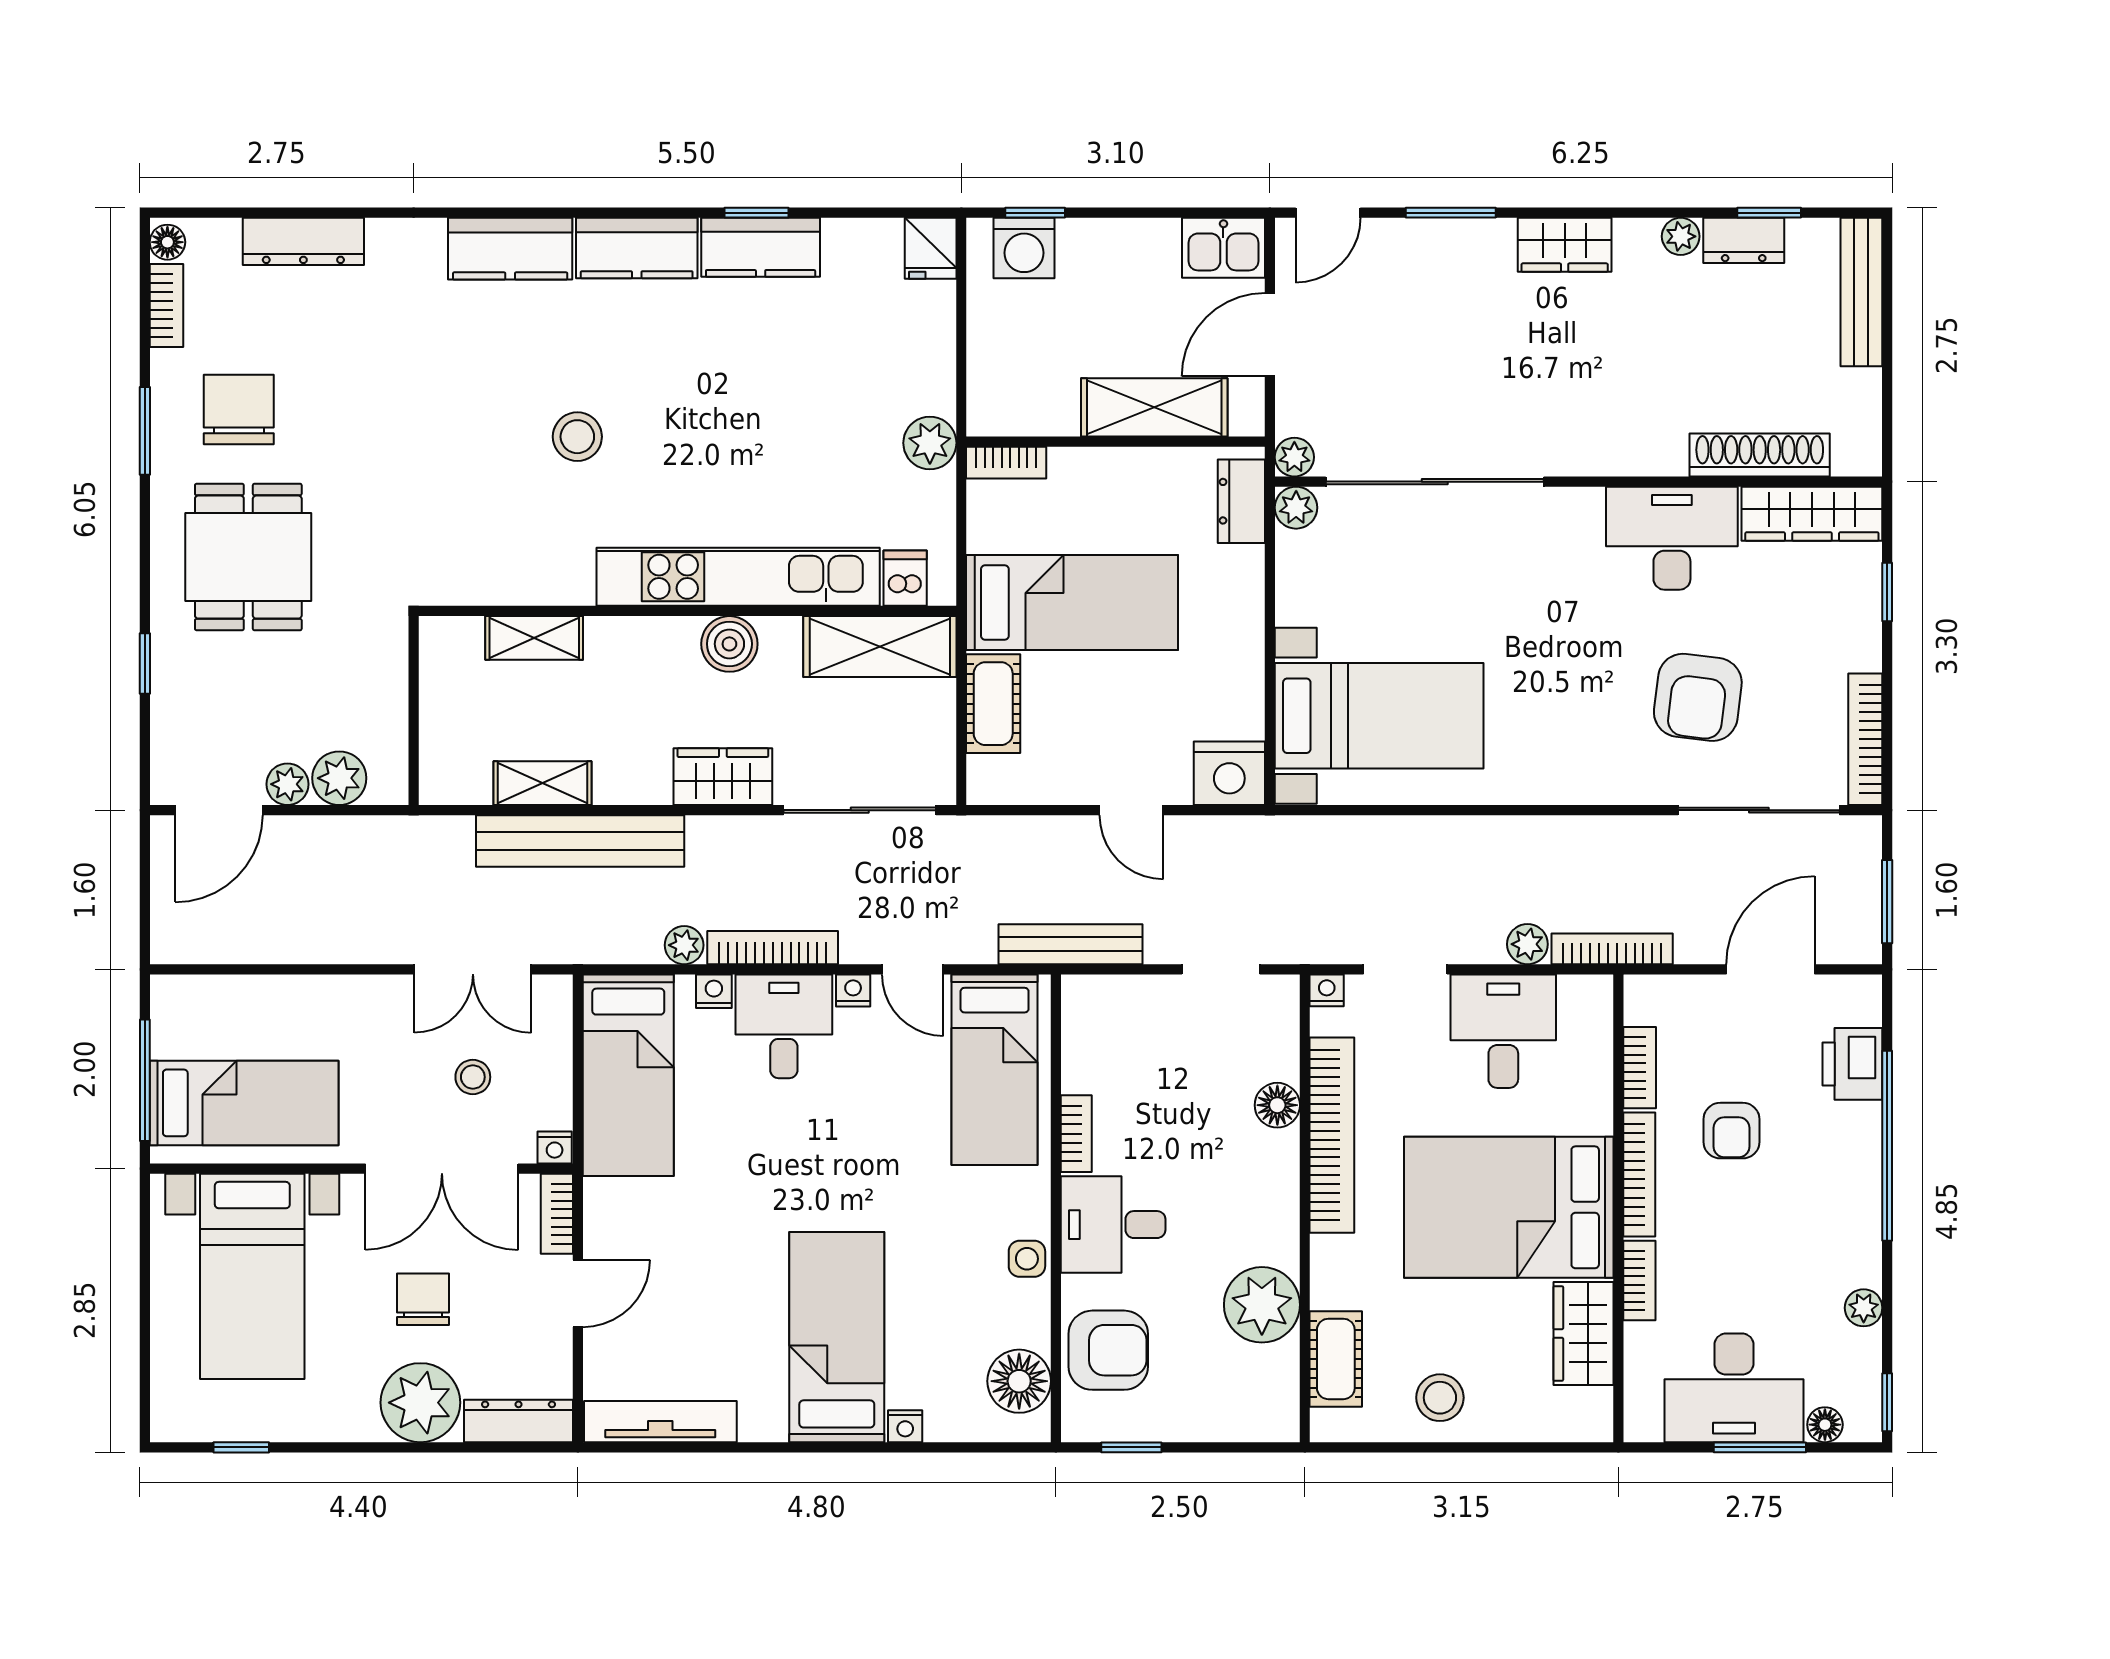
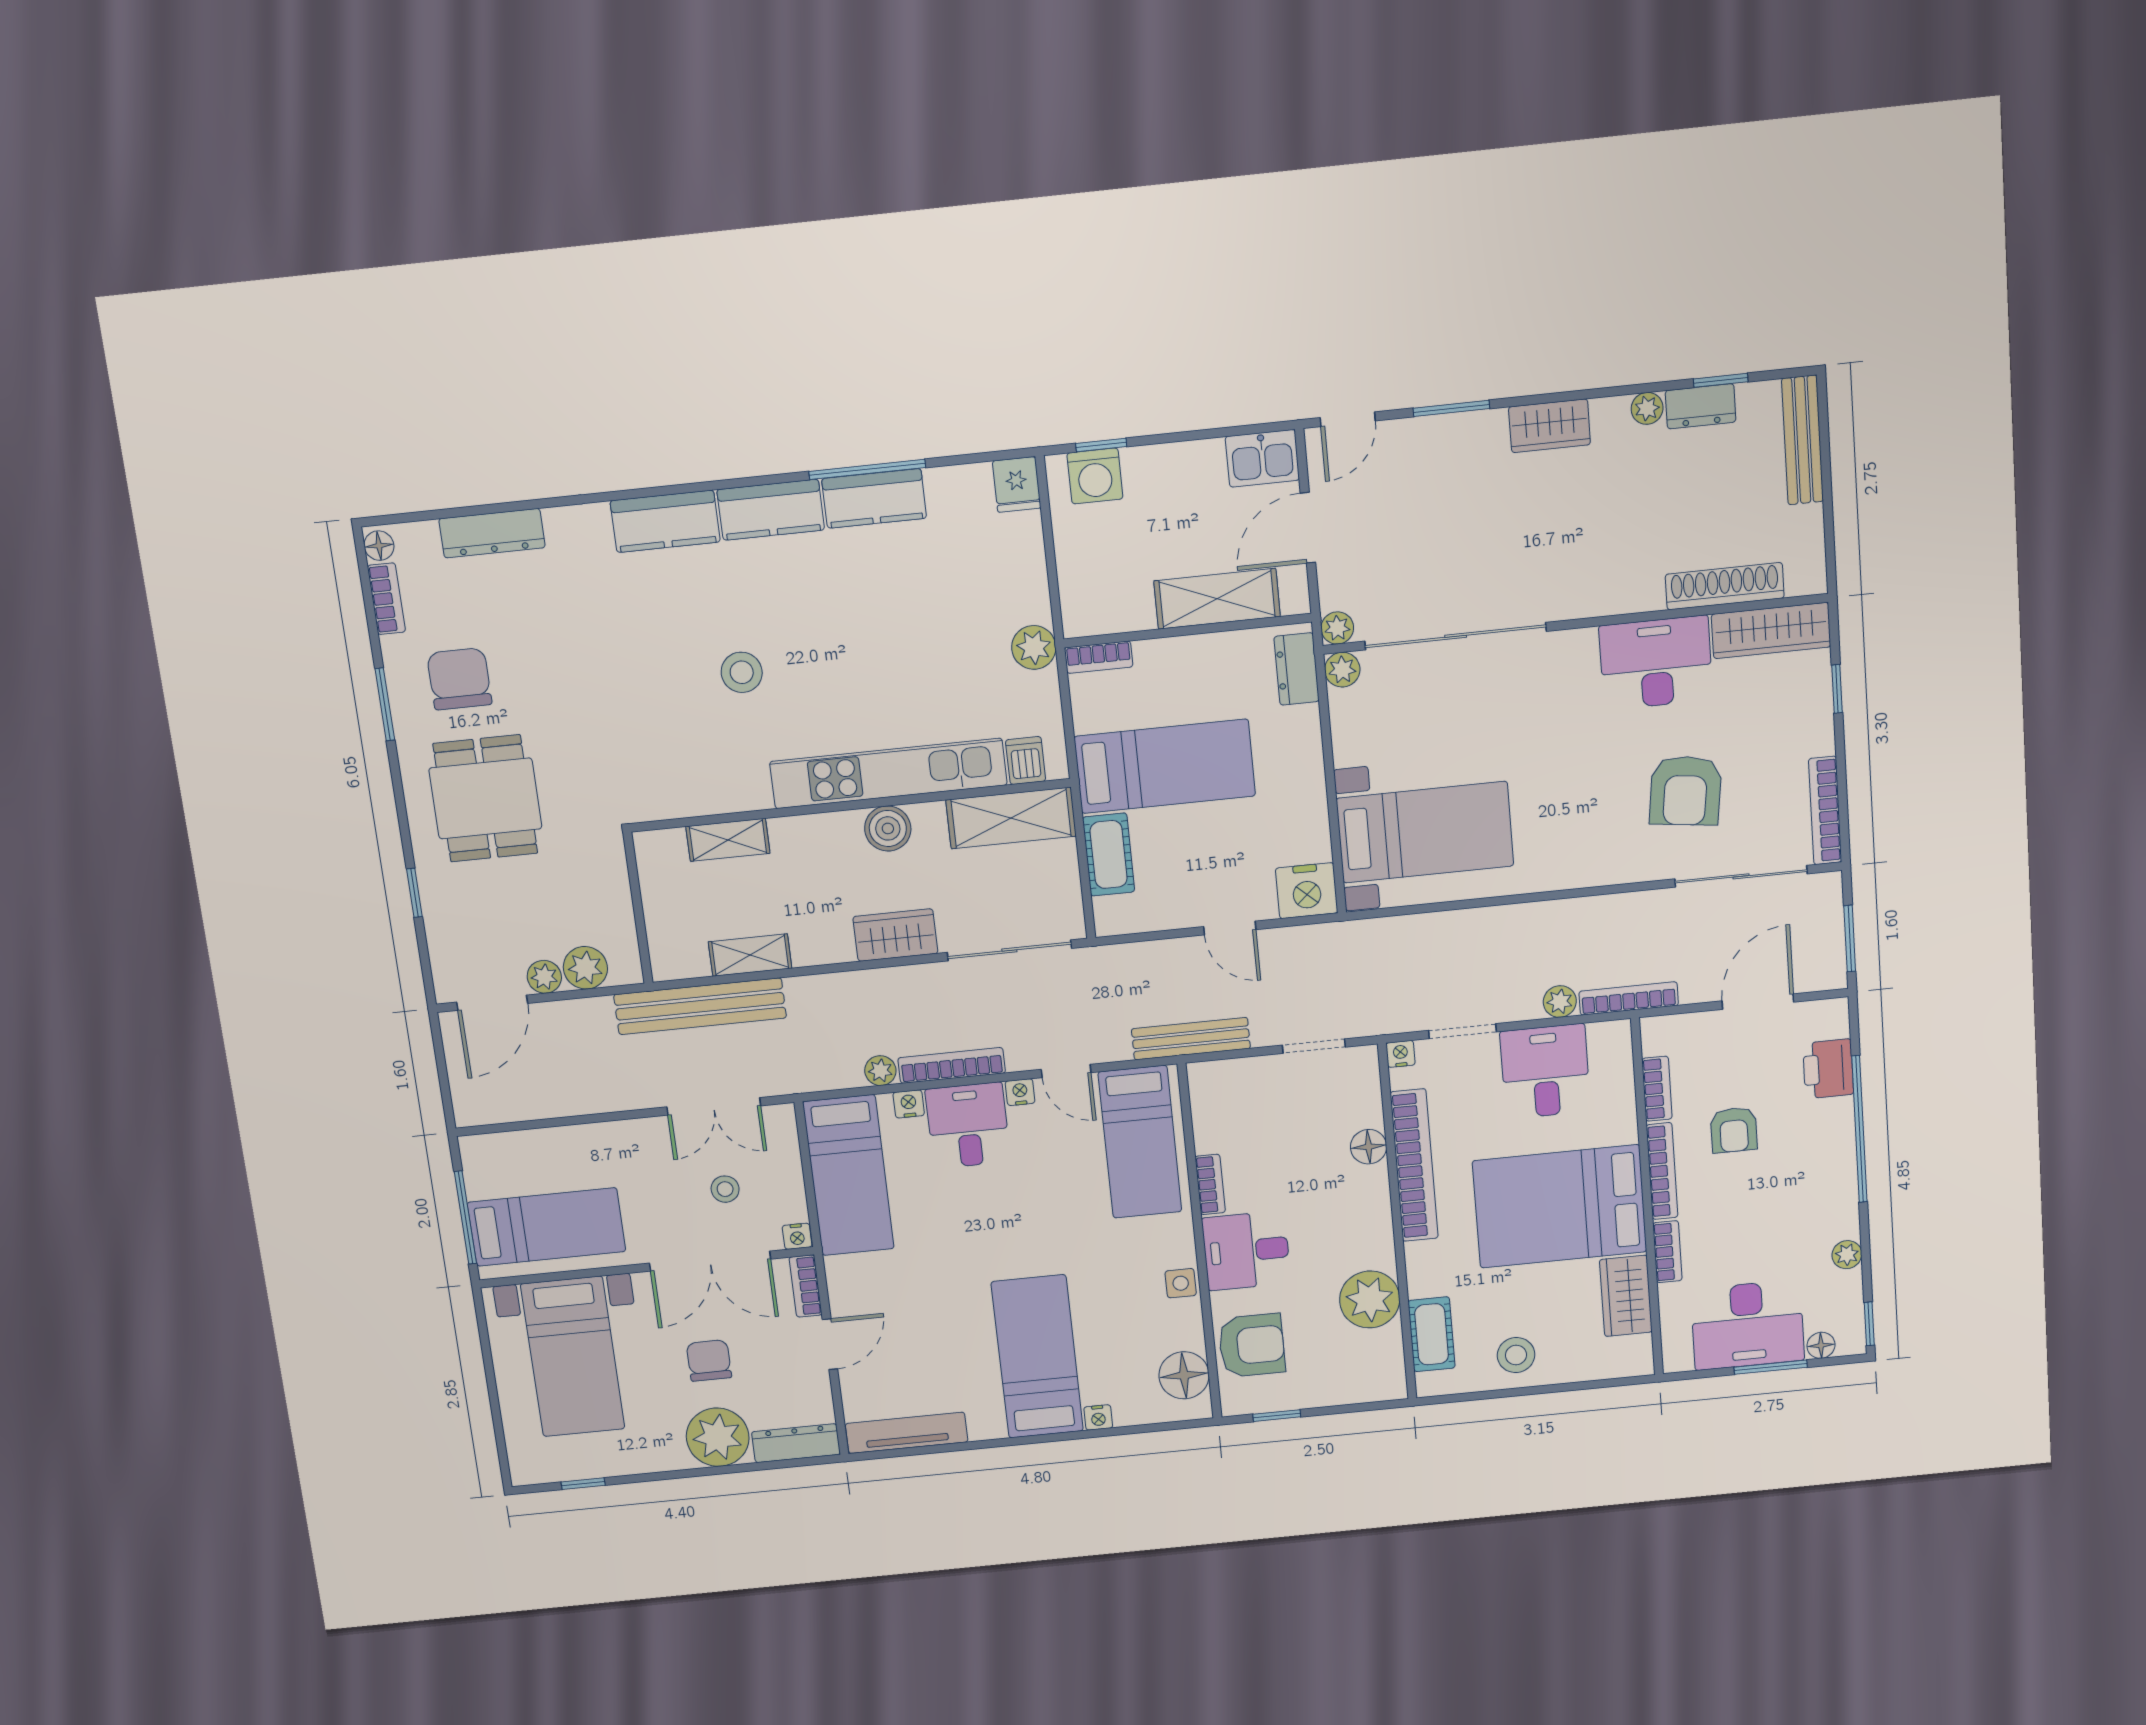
window: (757, 213) -> (867, 469), width x2.17
bench: (580, 841) -> (700, 1006), moved

